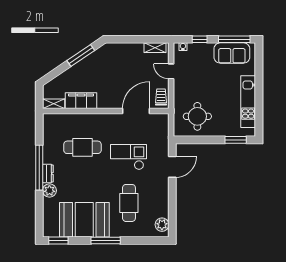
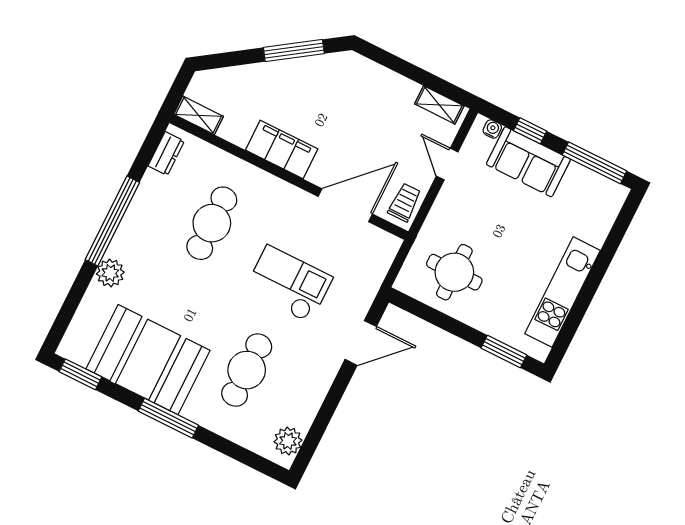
sofa: (232, 53) -> (528, 162), moved
filing cabinet: (81, 101) -> (282, 149), moved
cafe table: (82, 147) -> (212, 223), turned 90
dresser: (48, 173) -> (166, 153), moved

